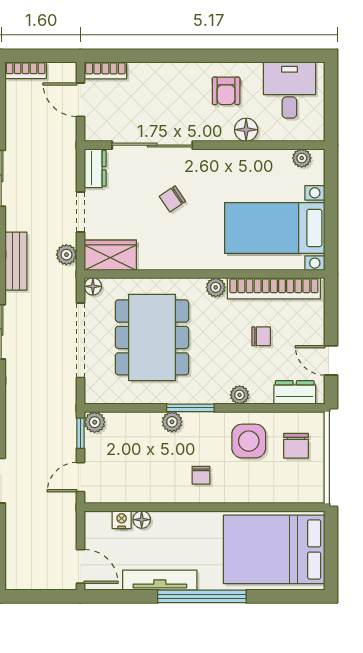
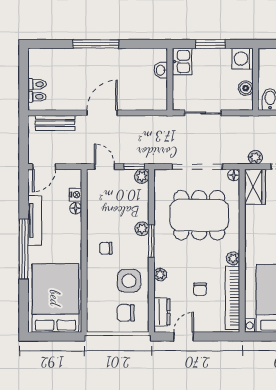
bench: (16, 261) -> (55, 123), moved

